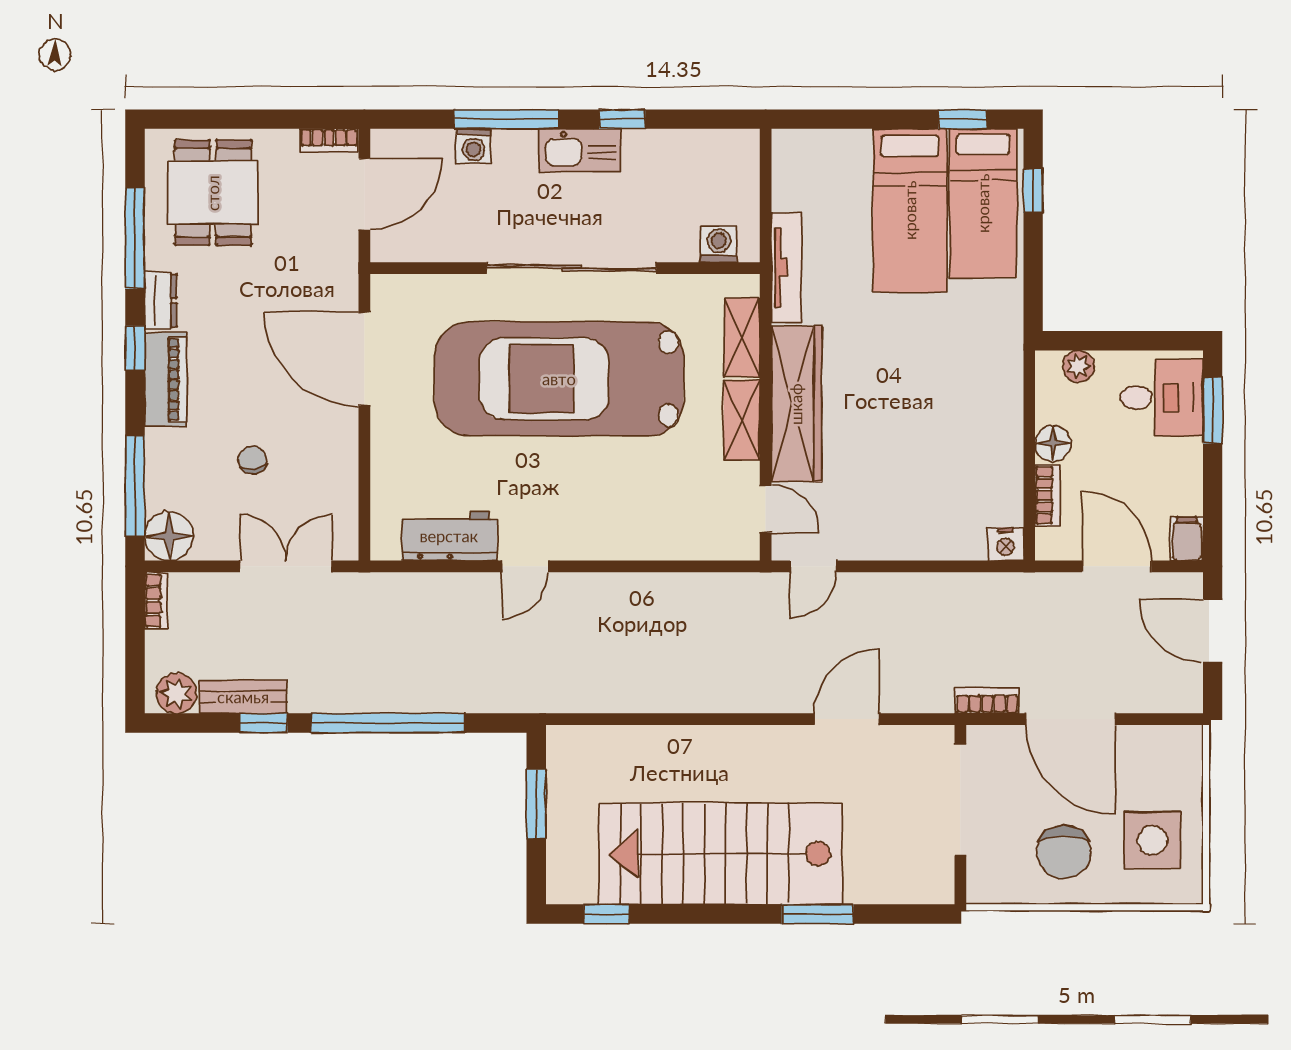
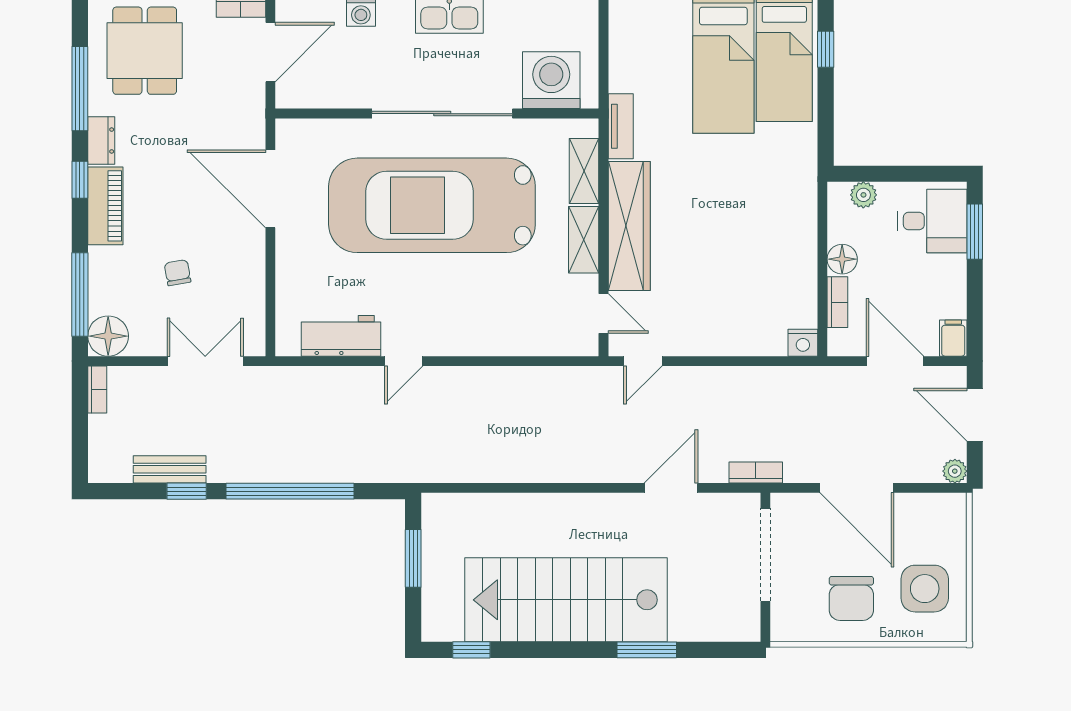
washing machine: (719, 244) -> (551, 80), width x1.89, depth x1.89
tv unit: (786, 267) -> (621, 126), width x0.71
plant: (176, 693) -> (955, 471), moved, width x0.73, depth x0.73
bookcase: (987, 701) -> (756, 473), moved

